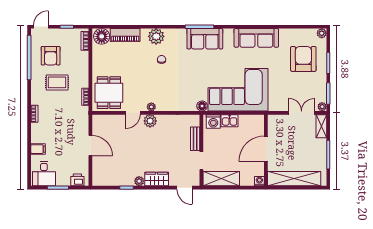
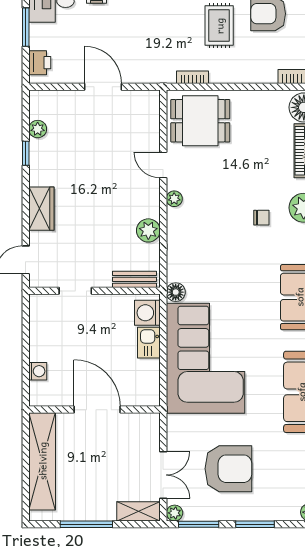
armchair: (303, 59) -> (228, 469), moved
plant: (150, 121) -> (148, 230), moved
bench: (195, 139) -> (134, 279), moved
door: (90, 146) -> (103, 87), swing flipped
shelving: (221, 179) -> (42, 327), removed
plant: (139, 181) -> (38, 129), moved
washing machine: (259, 181) -> (38, 371), moved

